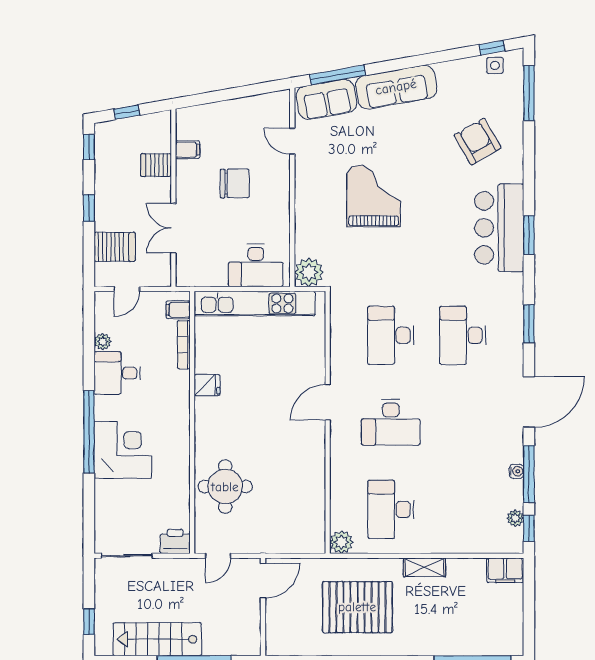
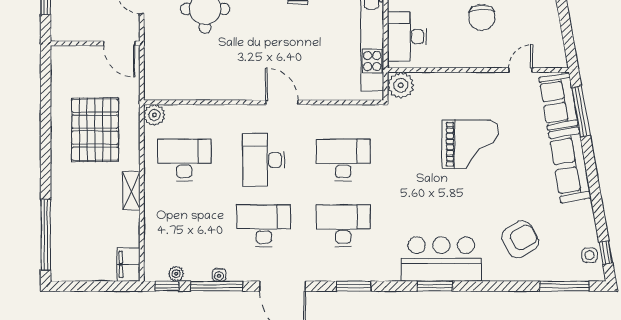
desk: (463, 422) -> (264, 226), added

